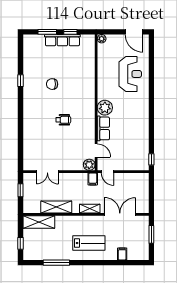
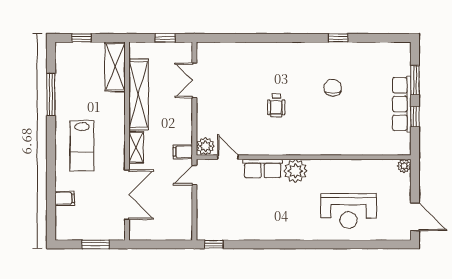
door: (134, 32) -> (415, 217), swing flipped
door: (96, 150) -> (228, 157), swing flipped
shelving: (56, 207) -> (139, 94), width x1.47

